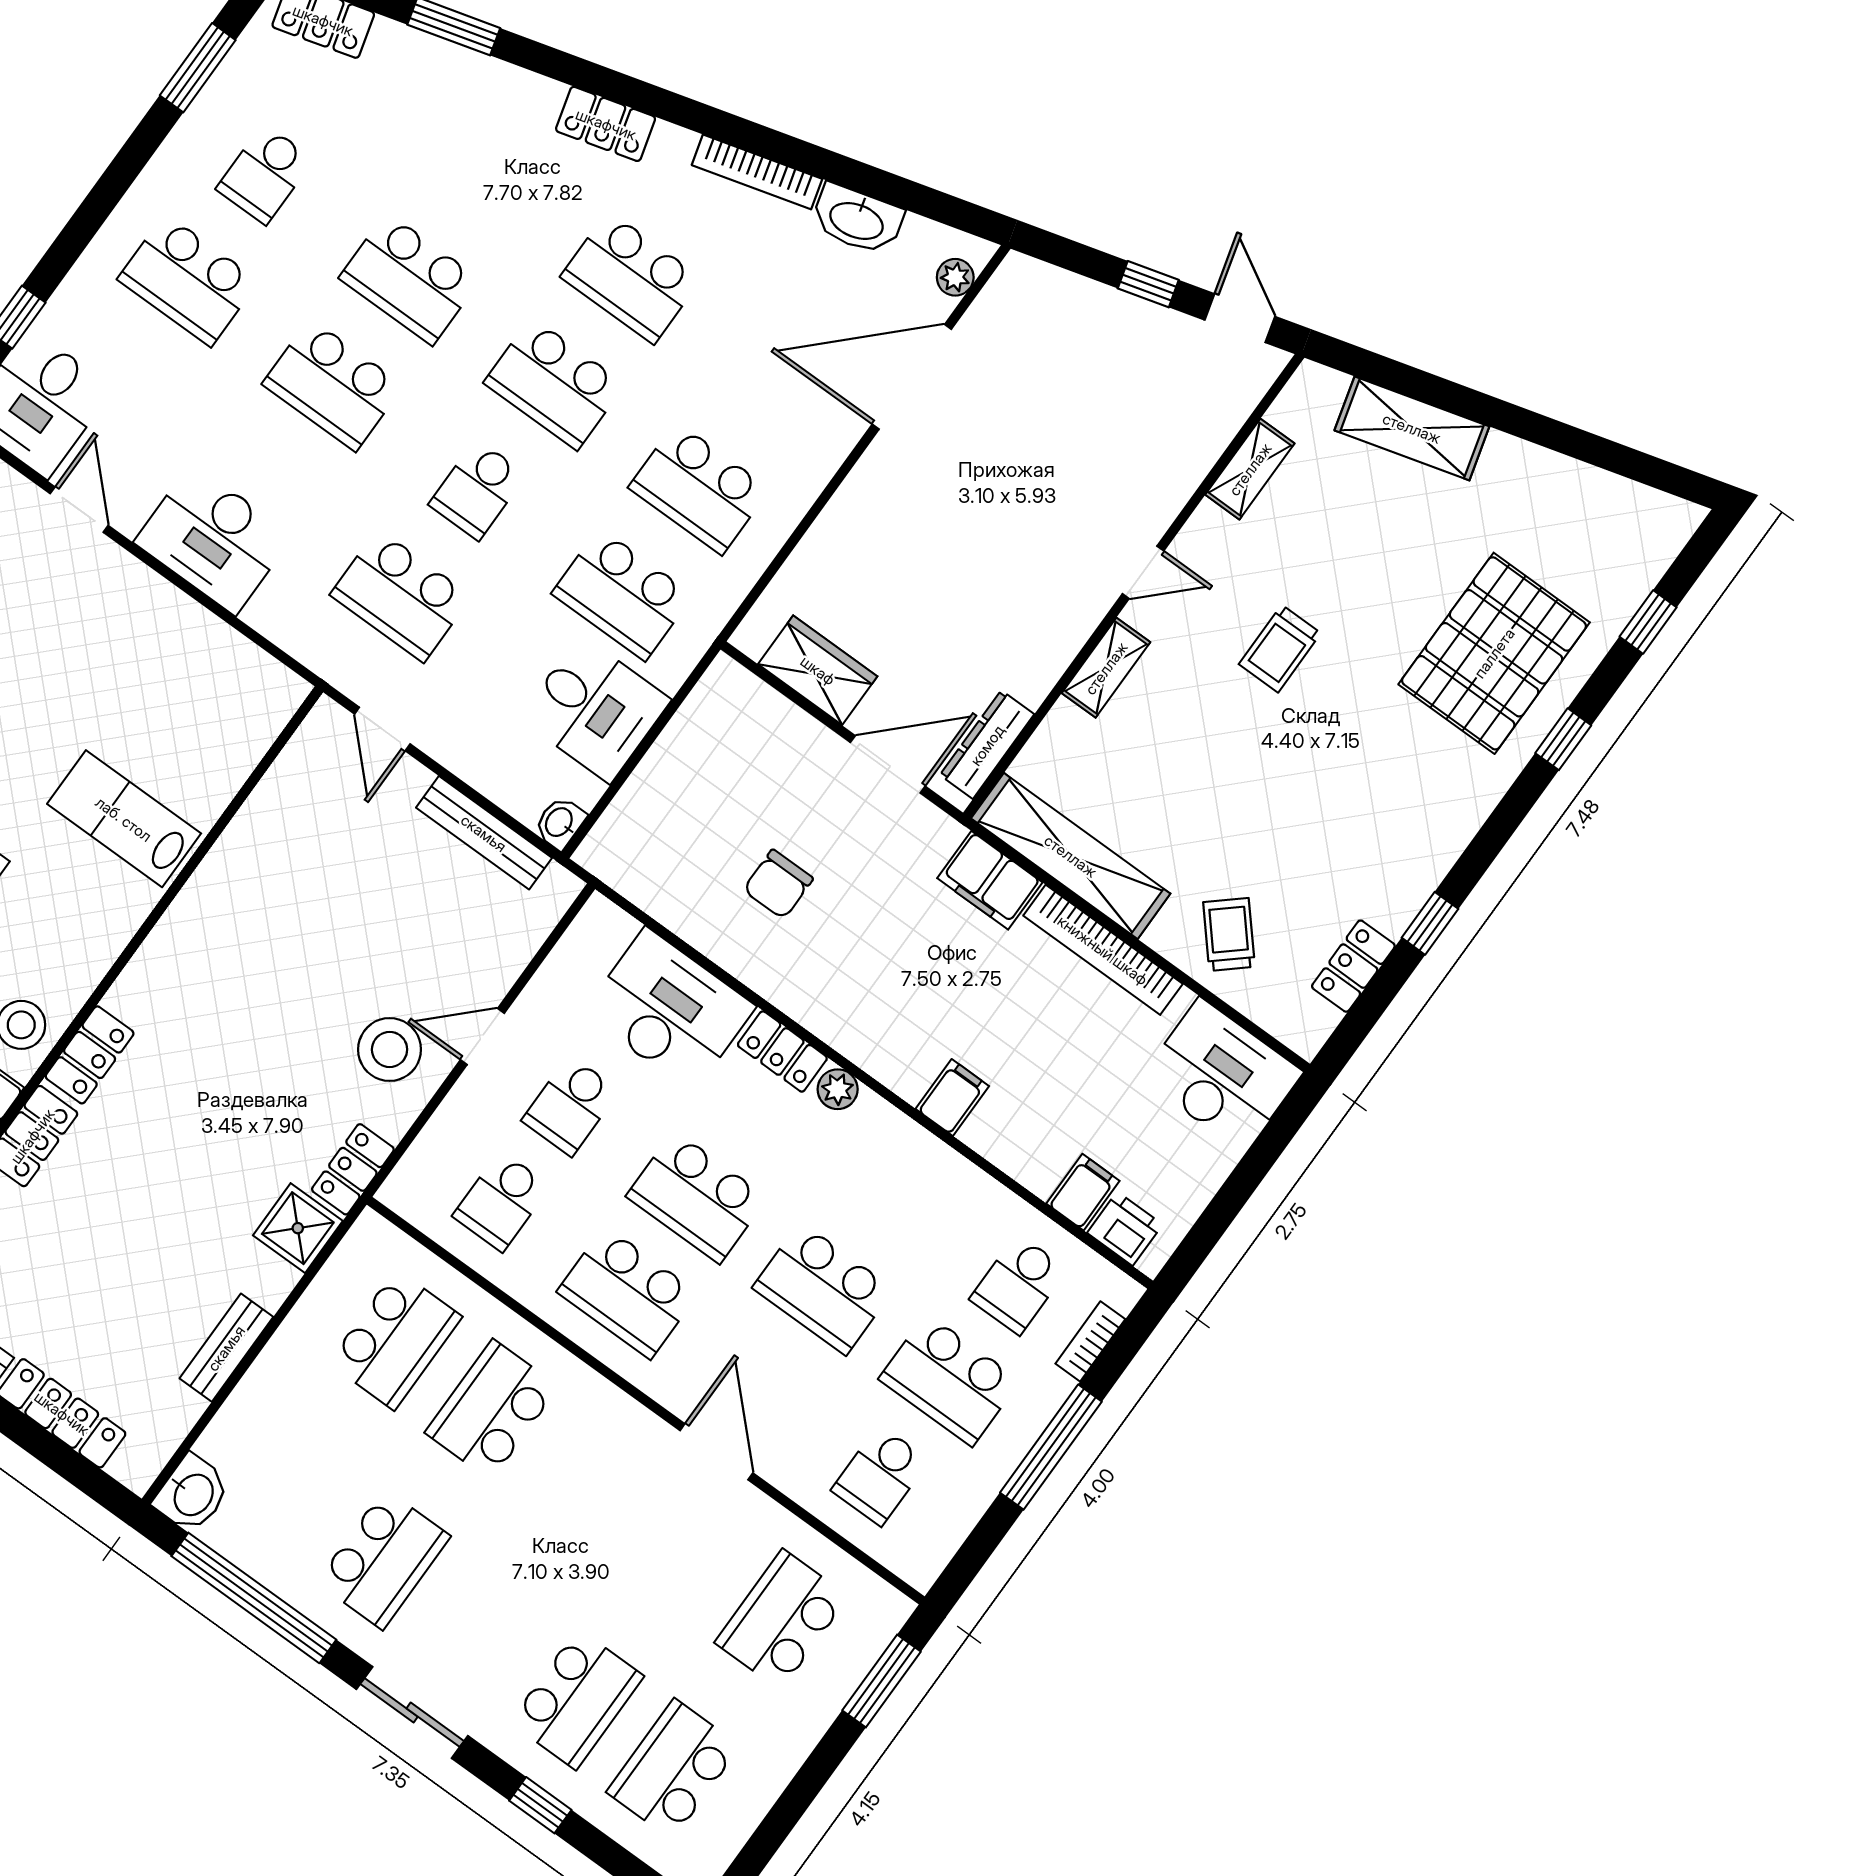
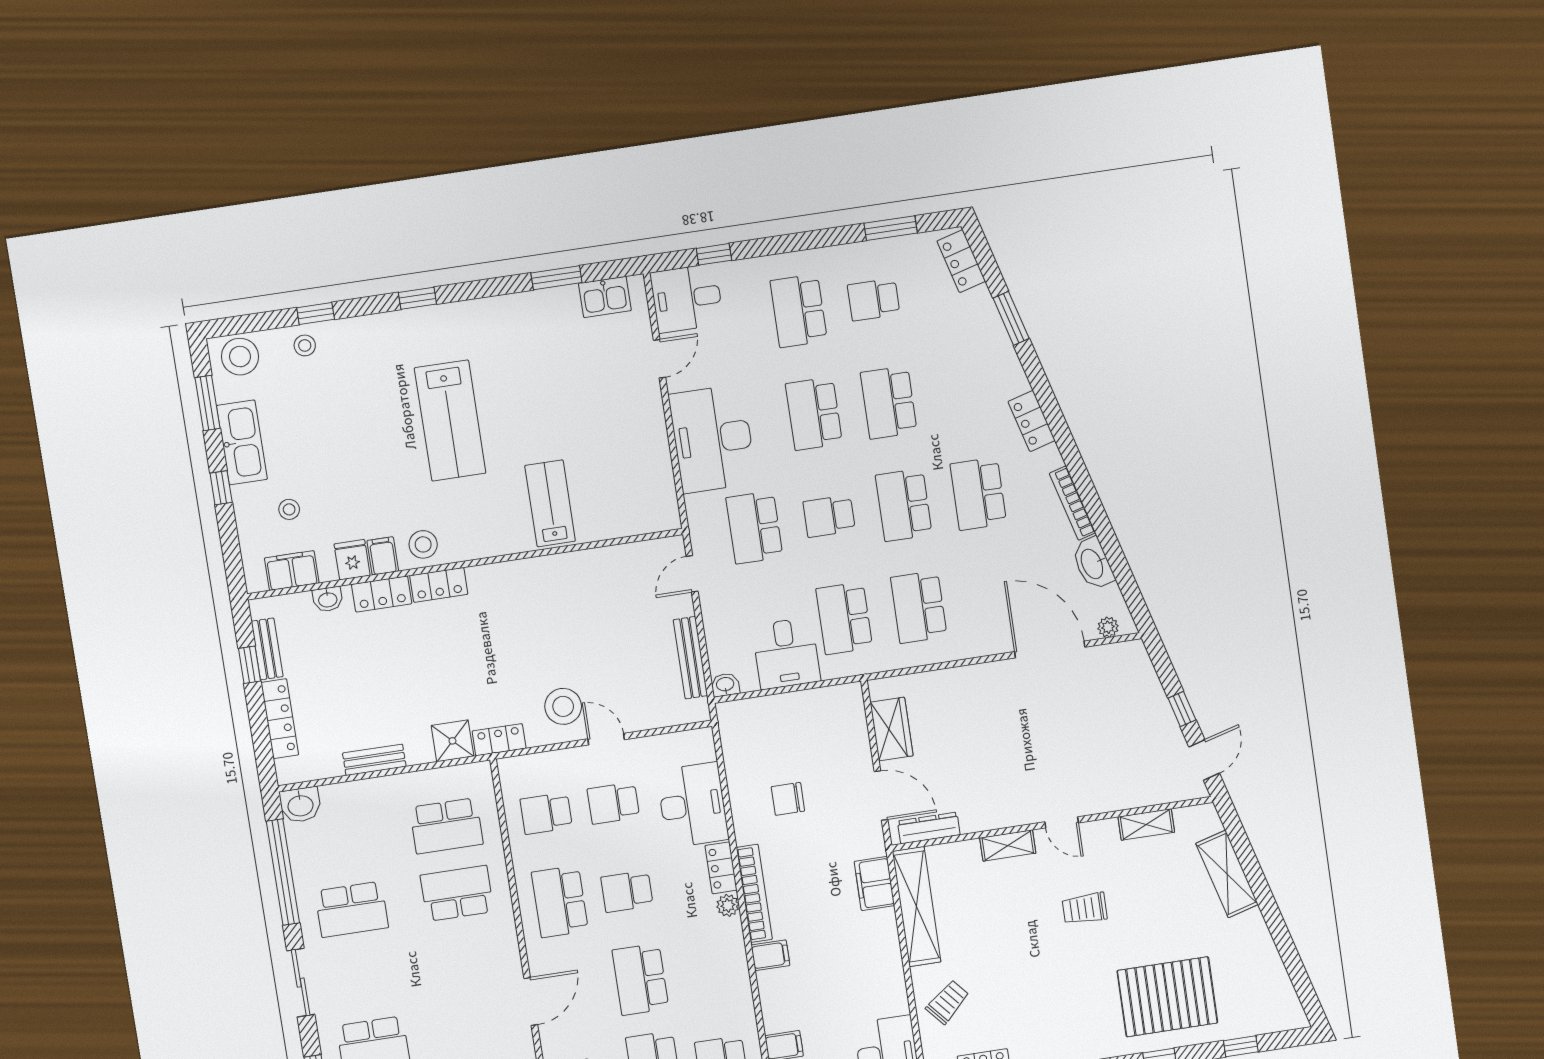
desk: (213, 539) -> (713, 439), width x1.36, depth x1.30
bookcase: (1103, 950) -> (754, 893), moved, turned 180
school desk: (697, 1197) -> (627, 891), width x0.54

